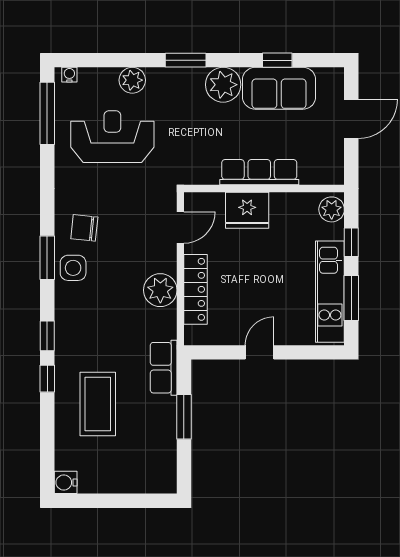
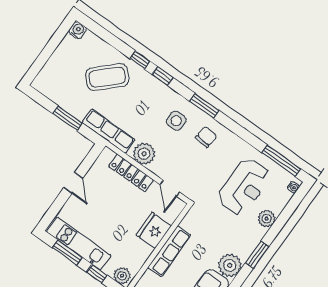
side table: (73, 268) -> (176, 121), moved
row of seats: (164, 368) -> (108, 131), width x1.48
coffee table: (98, 404) -> (107, 77), turned -44

